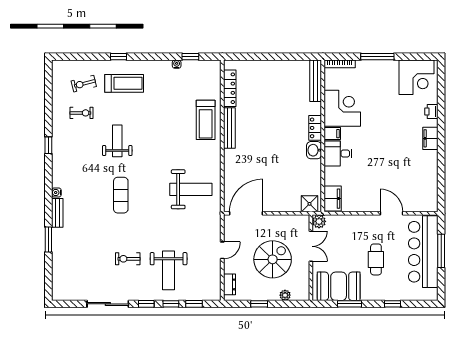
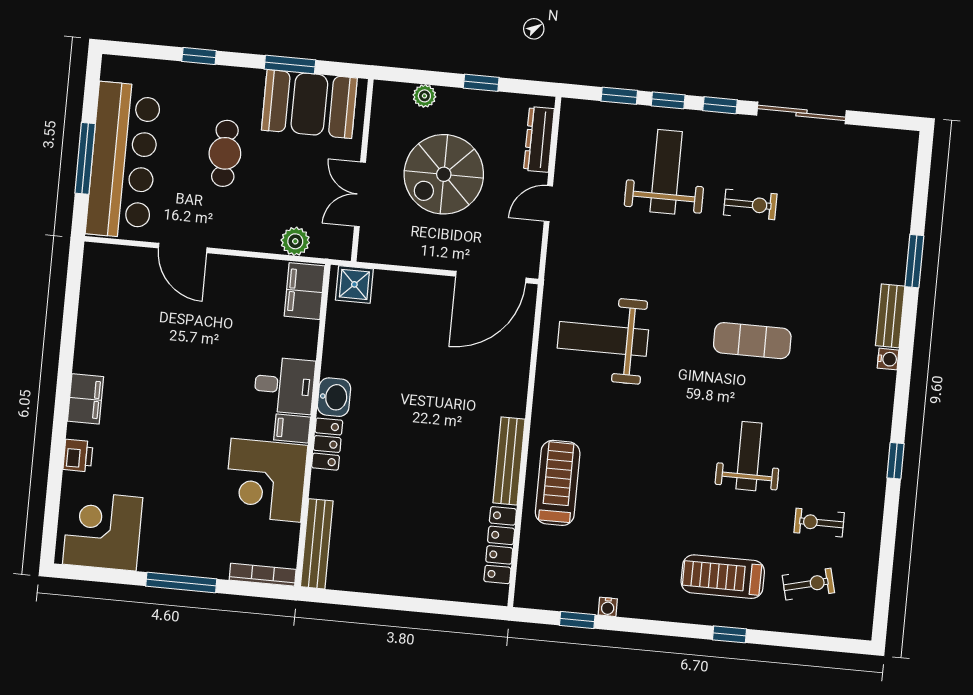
weight bench: (117, 141) -> (749, 456), turned 180
exercise mat: (121, 195) -> (752, 341), turned 90
plant: (319, 221) -> (295, 241), moved
dresser: (230, 284) -> (539, 139), width x1.44

